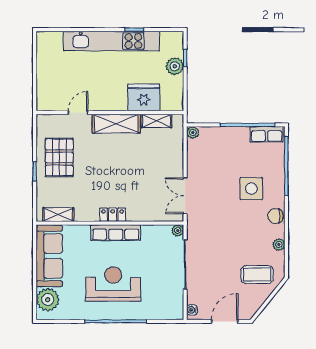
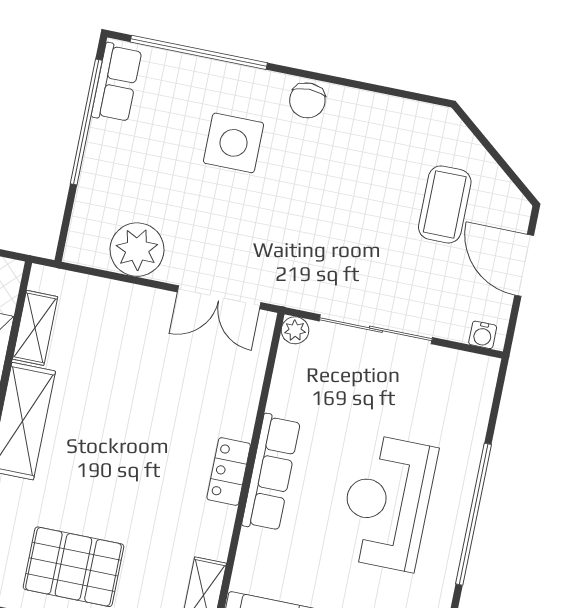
plant: (193, 132) -> (137, 250), moved, width x1.87, depth x1.87
plant: (279, 244) -> (374, 106), removed
coffee table: (257, 275) -> (445, 204), moved

